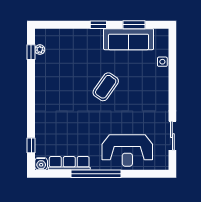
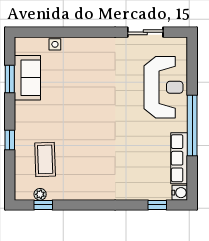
window: (98, 25) -> (10, 140), moved
sofa: (129, 39) -> (27, 78), width x0.73
coffee table: (106, 87) -> (45, 159), moved, turned 53

